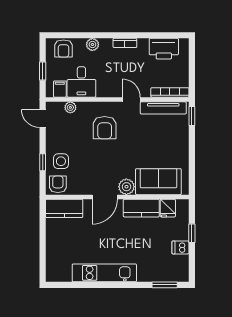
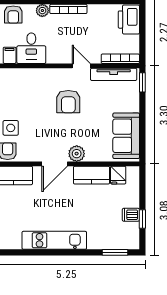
bookcase: (125, 43) -> (68, 9), width x1.56
printer: (164, 49) -> (129, 20), moved, turned 90
plant: (70, 107) -> (20, 74), removed
armchair: (105, 128) -> (68, 102), moved
sofa: (158, 182) -> (126, 136), moved, turned -90
window: (192, 233) -> (142, 219), moved

